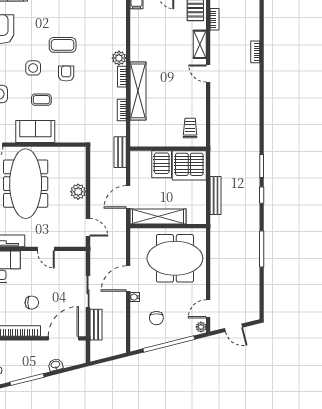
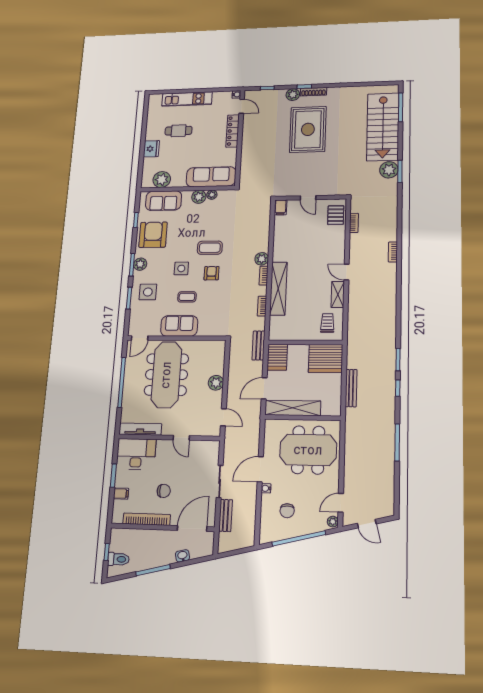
shelving: (200, 44) -> (338, 294), moved
server rack: (162, 164) -> (277, 357), moved

